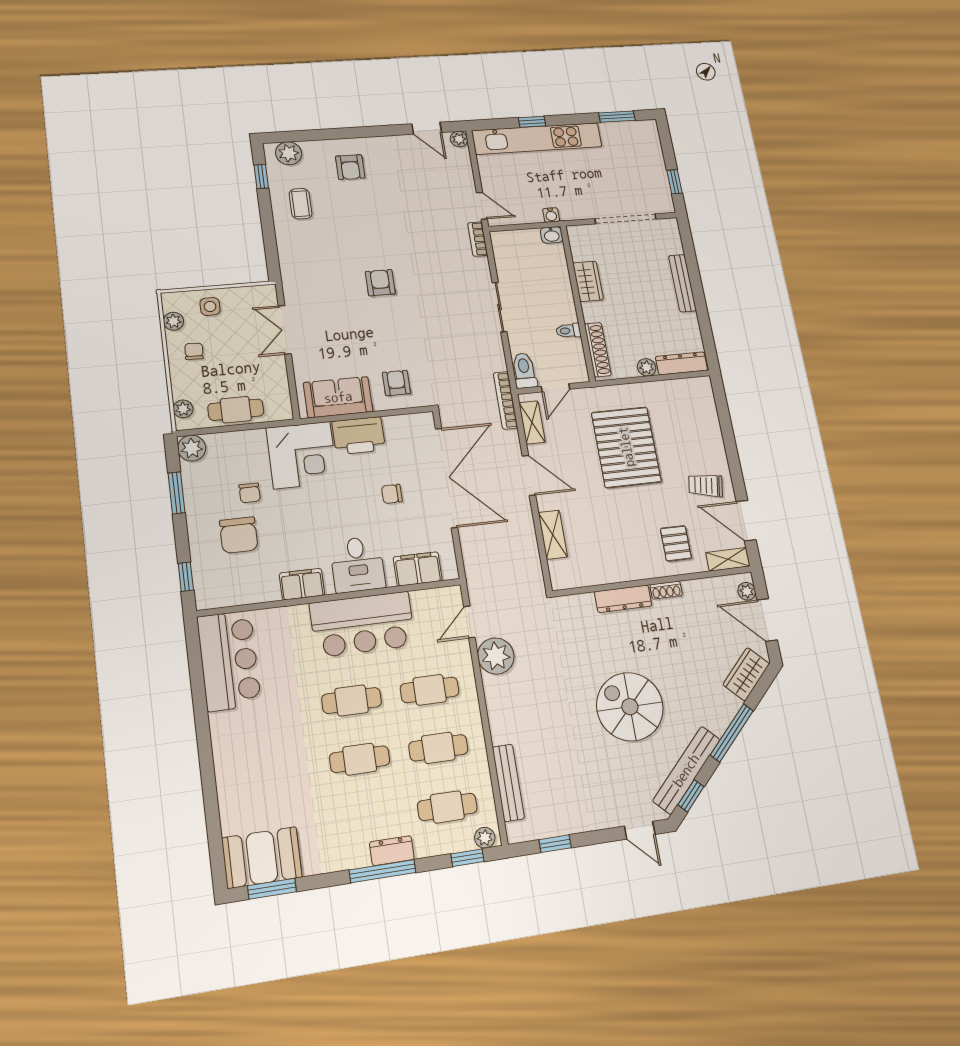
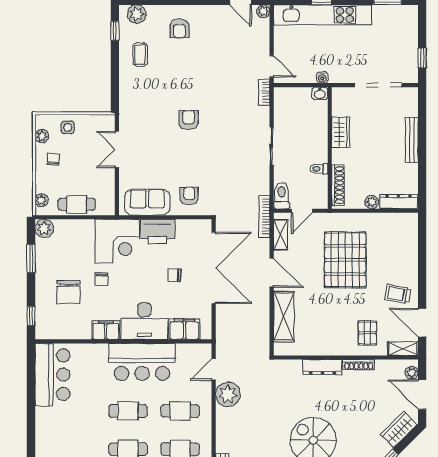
chair: (250, 493) -> (101, 279), moved
shelving: (553, 535) -> (284, 317), width x1.50, depth x1.33
desk: (357, 564) -> (144, 321), width x1.37
shoe rack: (666, 590) -> (359, 365), width x1.43

